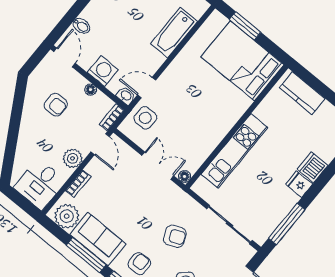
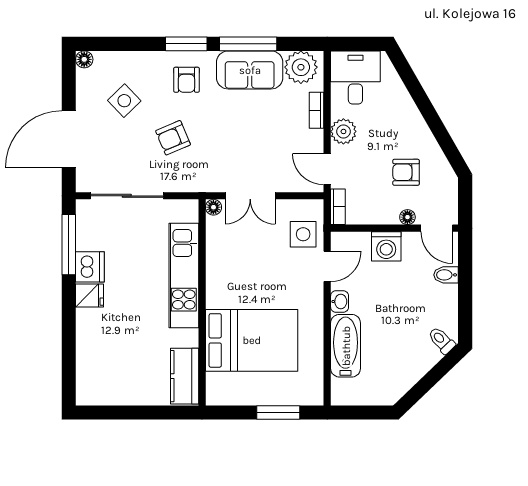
bed: (242, 61) -> (252, 340), moved
floor lamp: (91, 90) -> (407, 217), moved
kitchen counter: (302, 93) -> (185, 376), moved, turned -90
washbasin: (126, 96) -> (340, 302), moved, turned -90
dishwasher: (313, 167) -> (90, 267), moved

